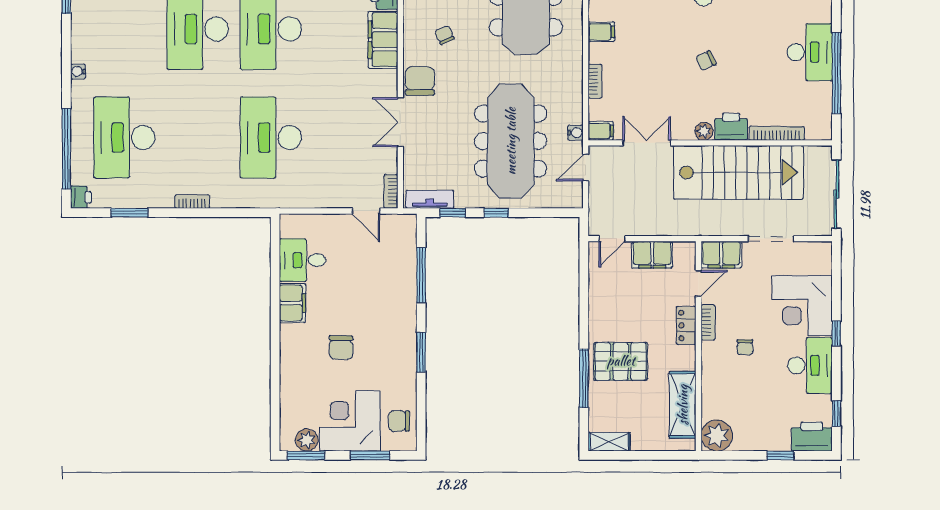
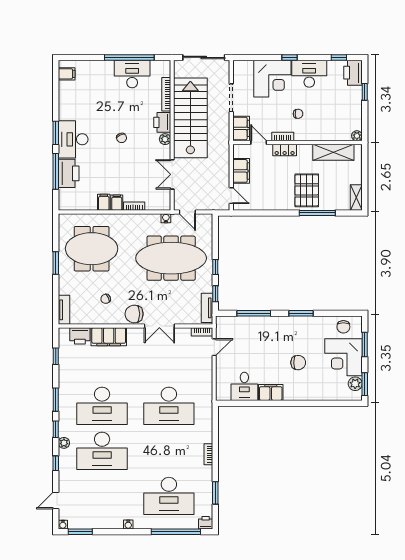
desk: (810, 52) -> (132, 74), moved
filing cabinet: (601, 131) -> (117, 203), moved
plant: (717, 435) -> (357, 136), width x0.53, depth x0.53

